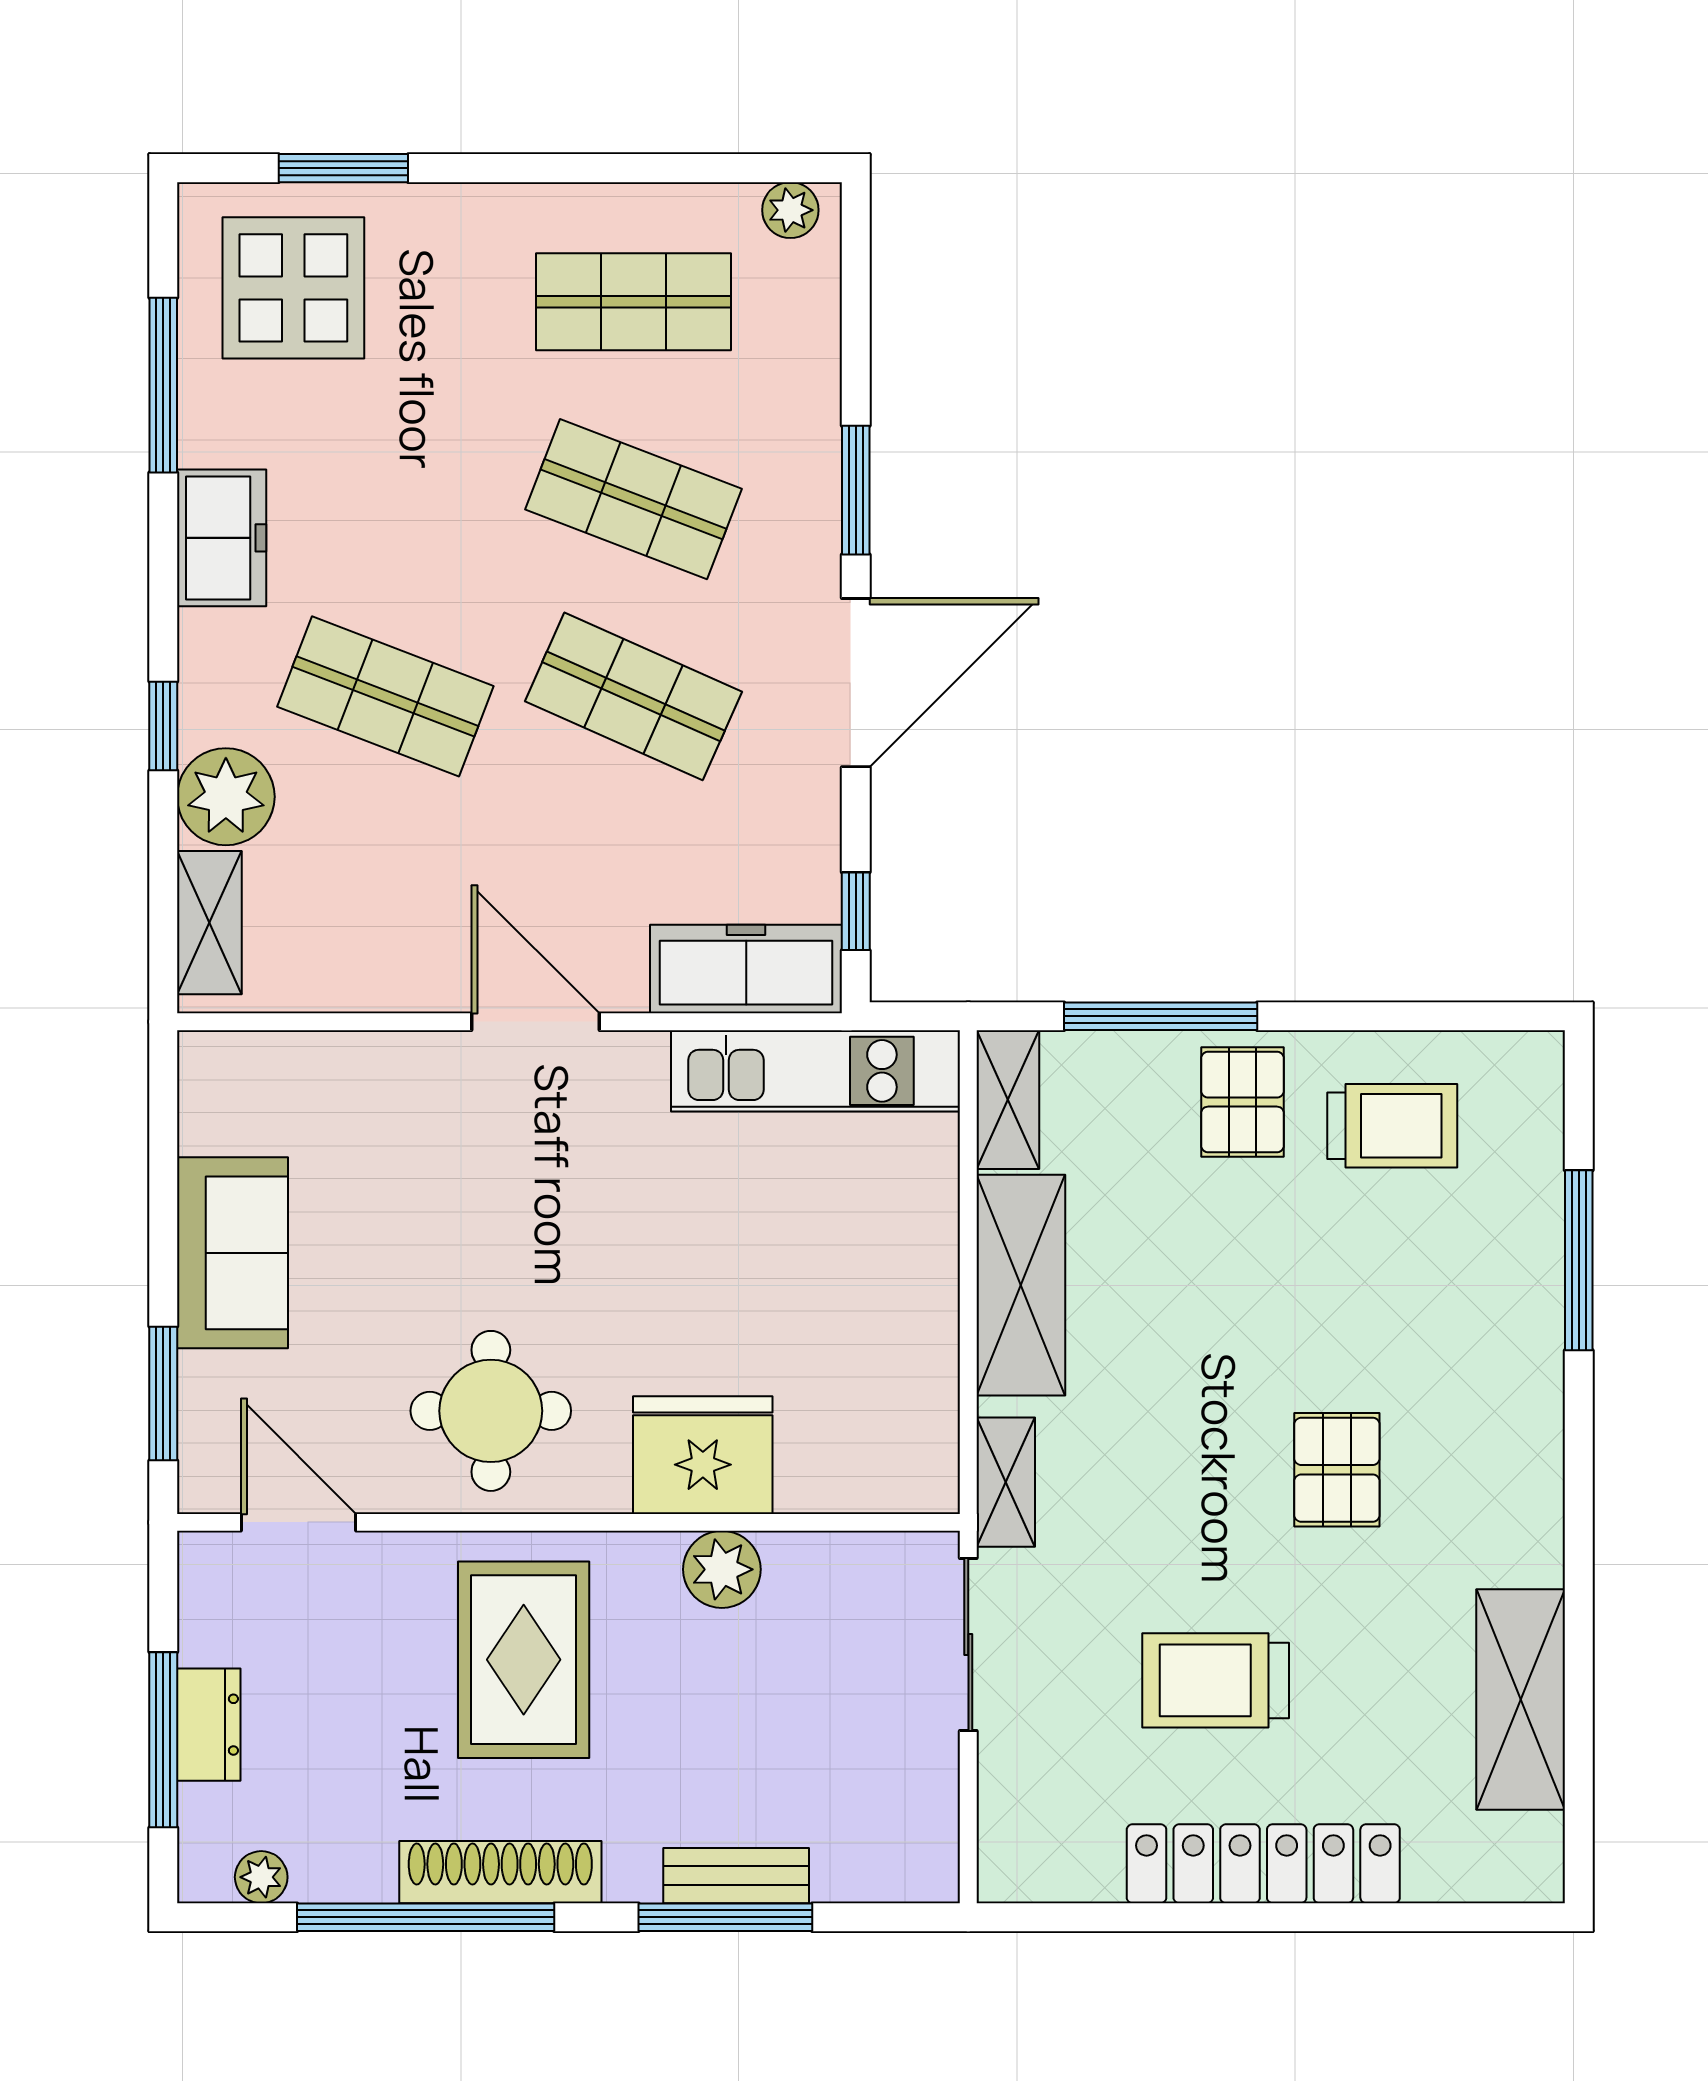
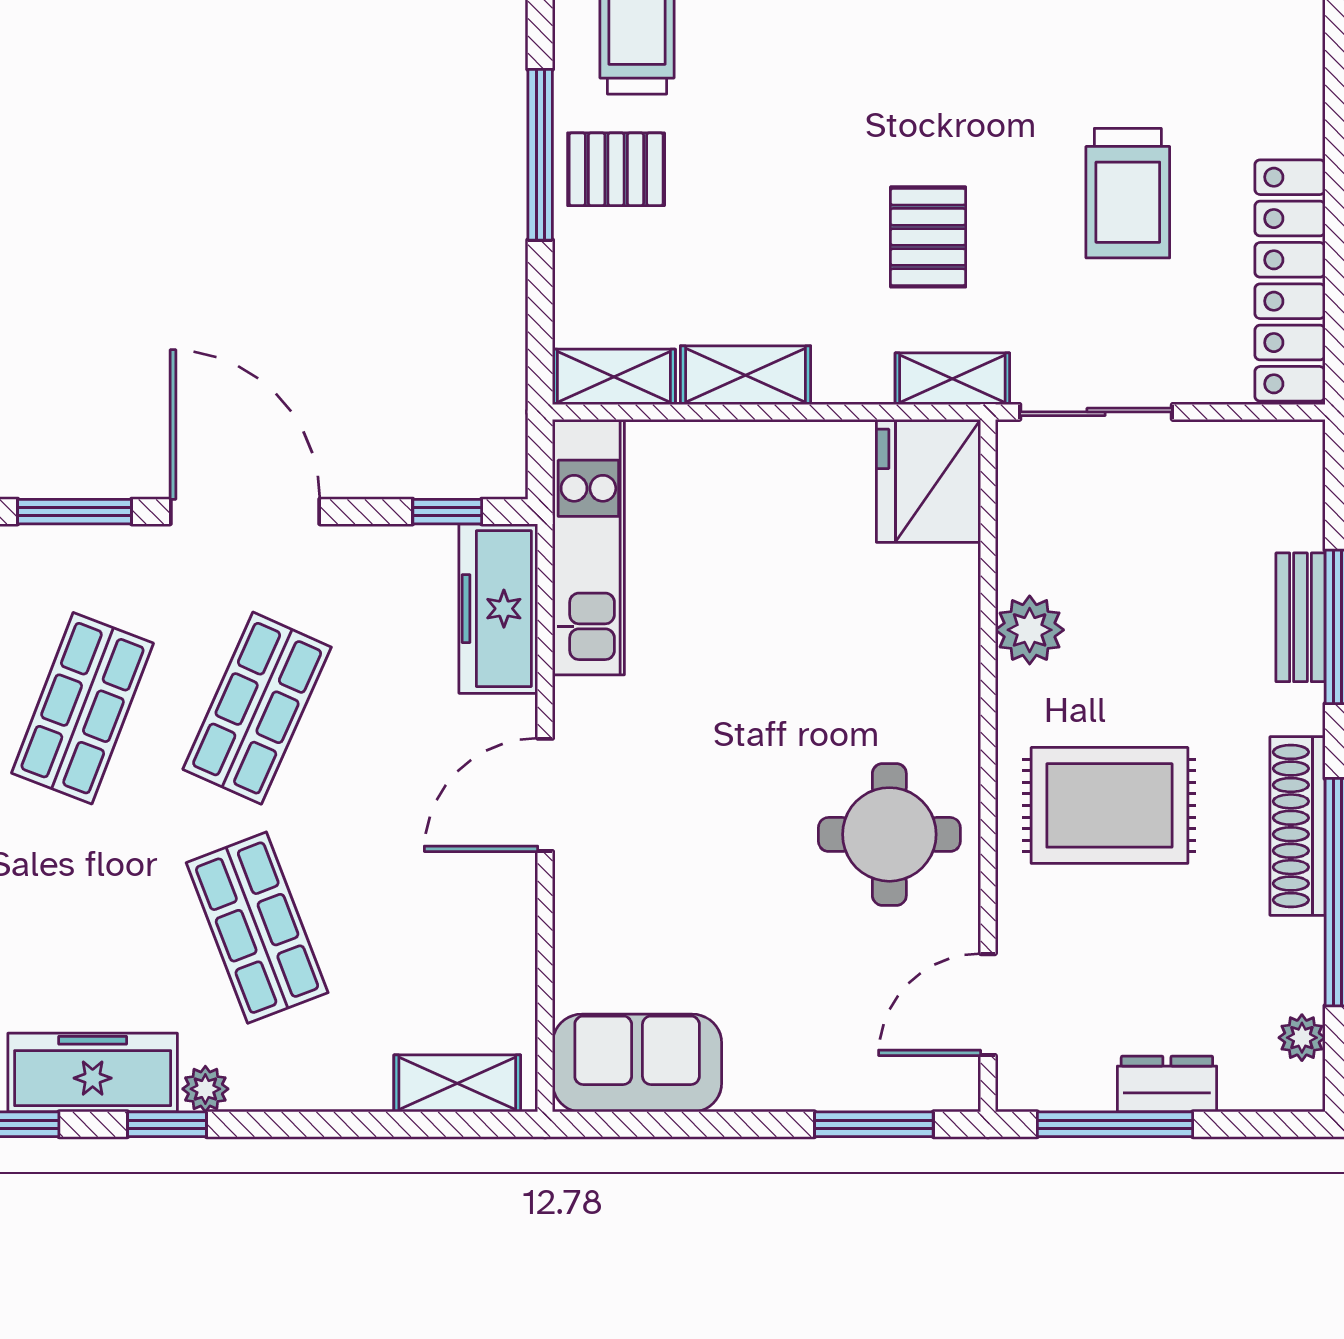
freezer: (222, 538) -> (93, 1073), width x1.40
shop shelf: (385, 696) -> (257, 928), turned -42
window: (163, 726) -> (167, 1124), moved
plant: (226, 797) -> (205, 1089), moved, width x0.53, depth x0.53
window: (1161, 1016) -> (540, 155), moved
sofa: (232, 1253) -> (637, 1063), moved
shelving: (1021, 1285) -> (746, 375), width x0.67, depth x0.75
fridge: (703, 1455) -> (928, 481), moved
pallet: (1337, 1470) -> (928, 237), moved, turned 90
window: (163, 1740) -> (1115, 1124), moved
locker: (1263, 1864) -> (1290, 281), moved

